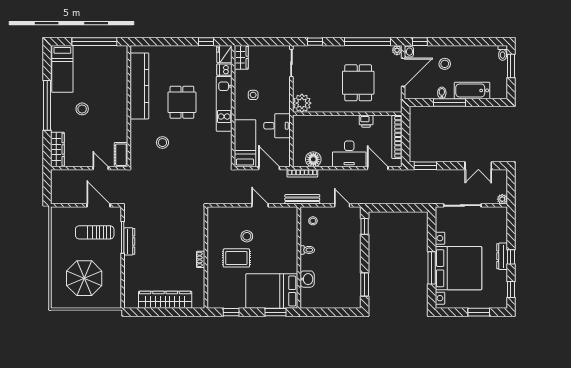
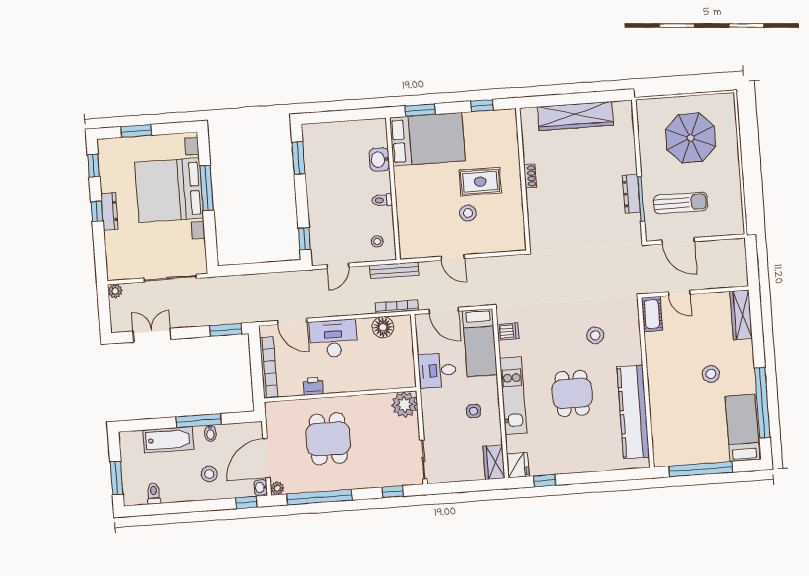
toilet: (503, 53) -> (154, 493), moved
dishwasher: (224, 70) -> (508, 331), moved
window: (47, 105) -> (762, 403), moved
door: (342, 205) -> (338, 266), hinge flipped

